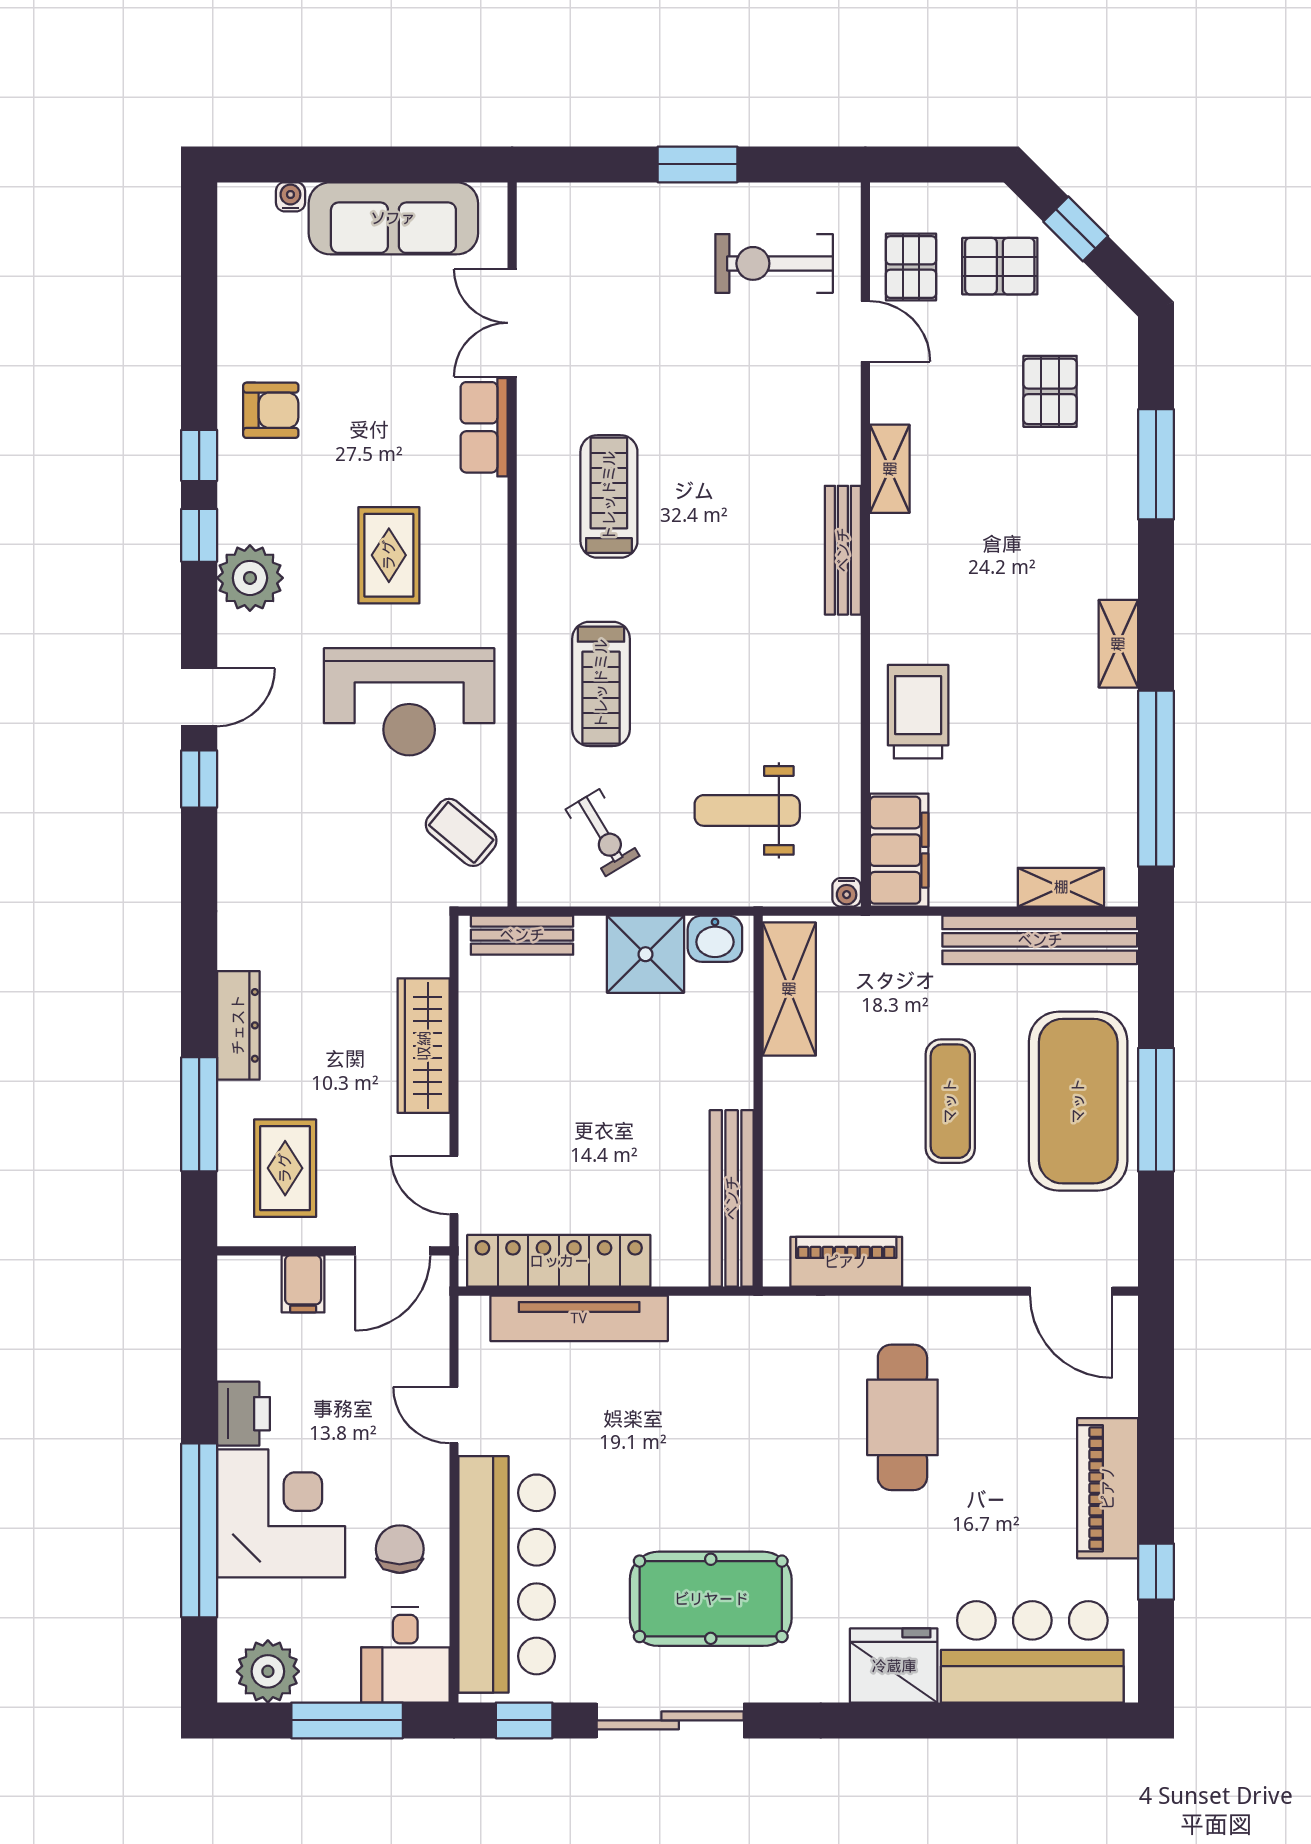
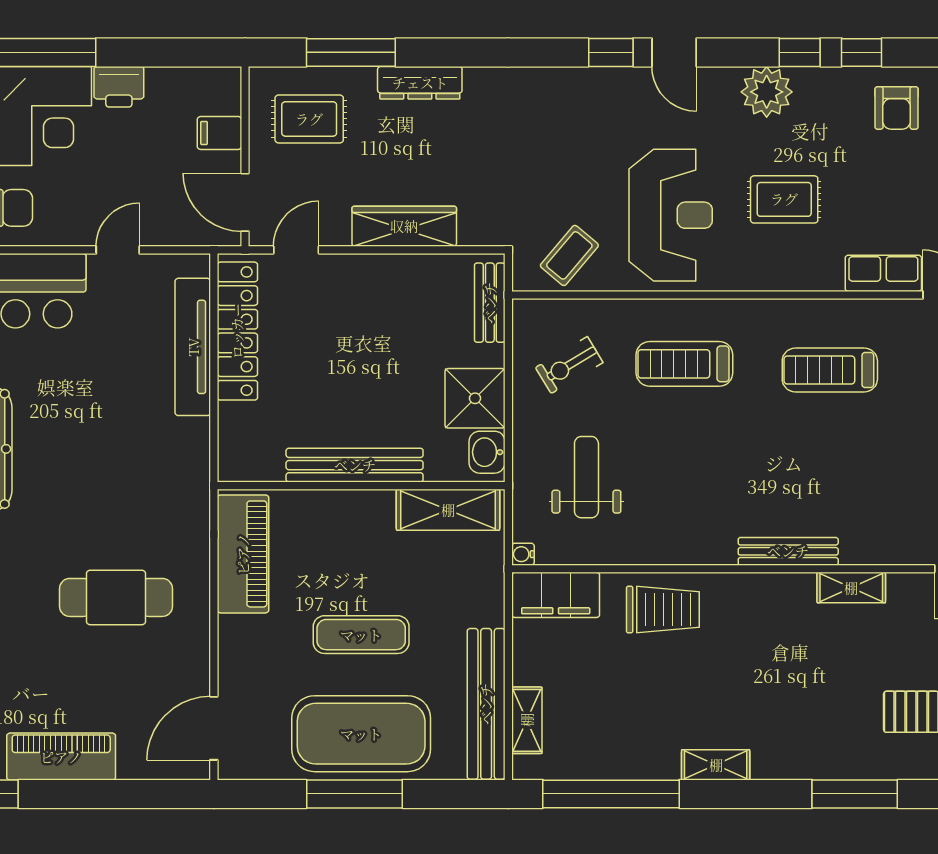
treadmill: (609, 496) -> (830, 370), turned 180
reception desk: (409, 702) -> (671, 215), turned 180
bench: (732, 1198) -> (355, 465), moved
piano: (846, 1262) -> (243, 554), width x1.37, depth x1.33

